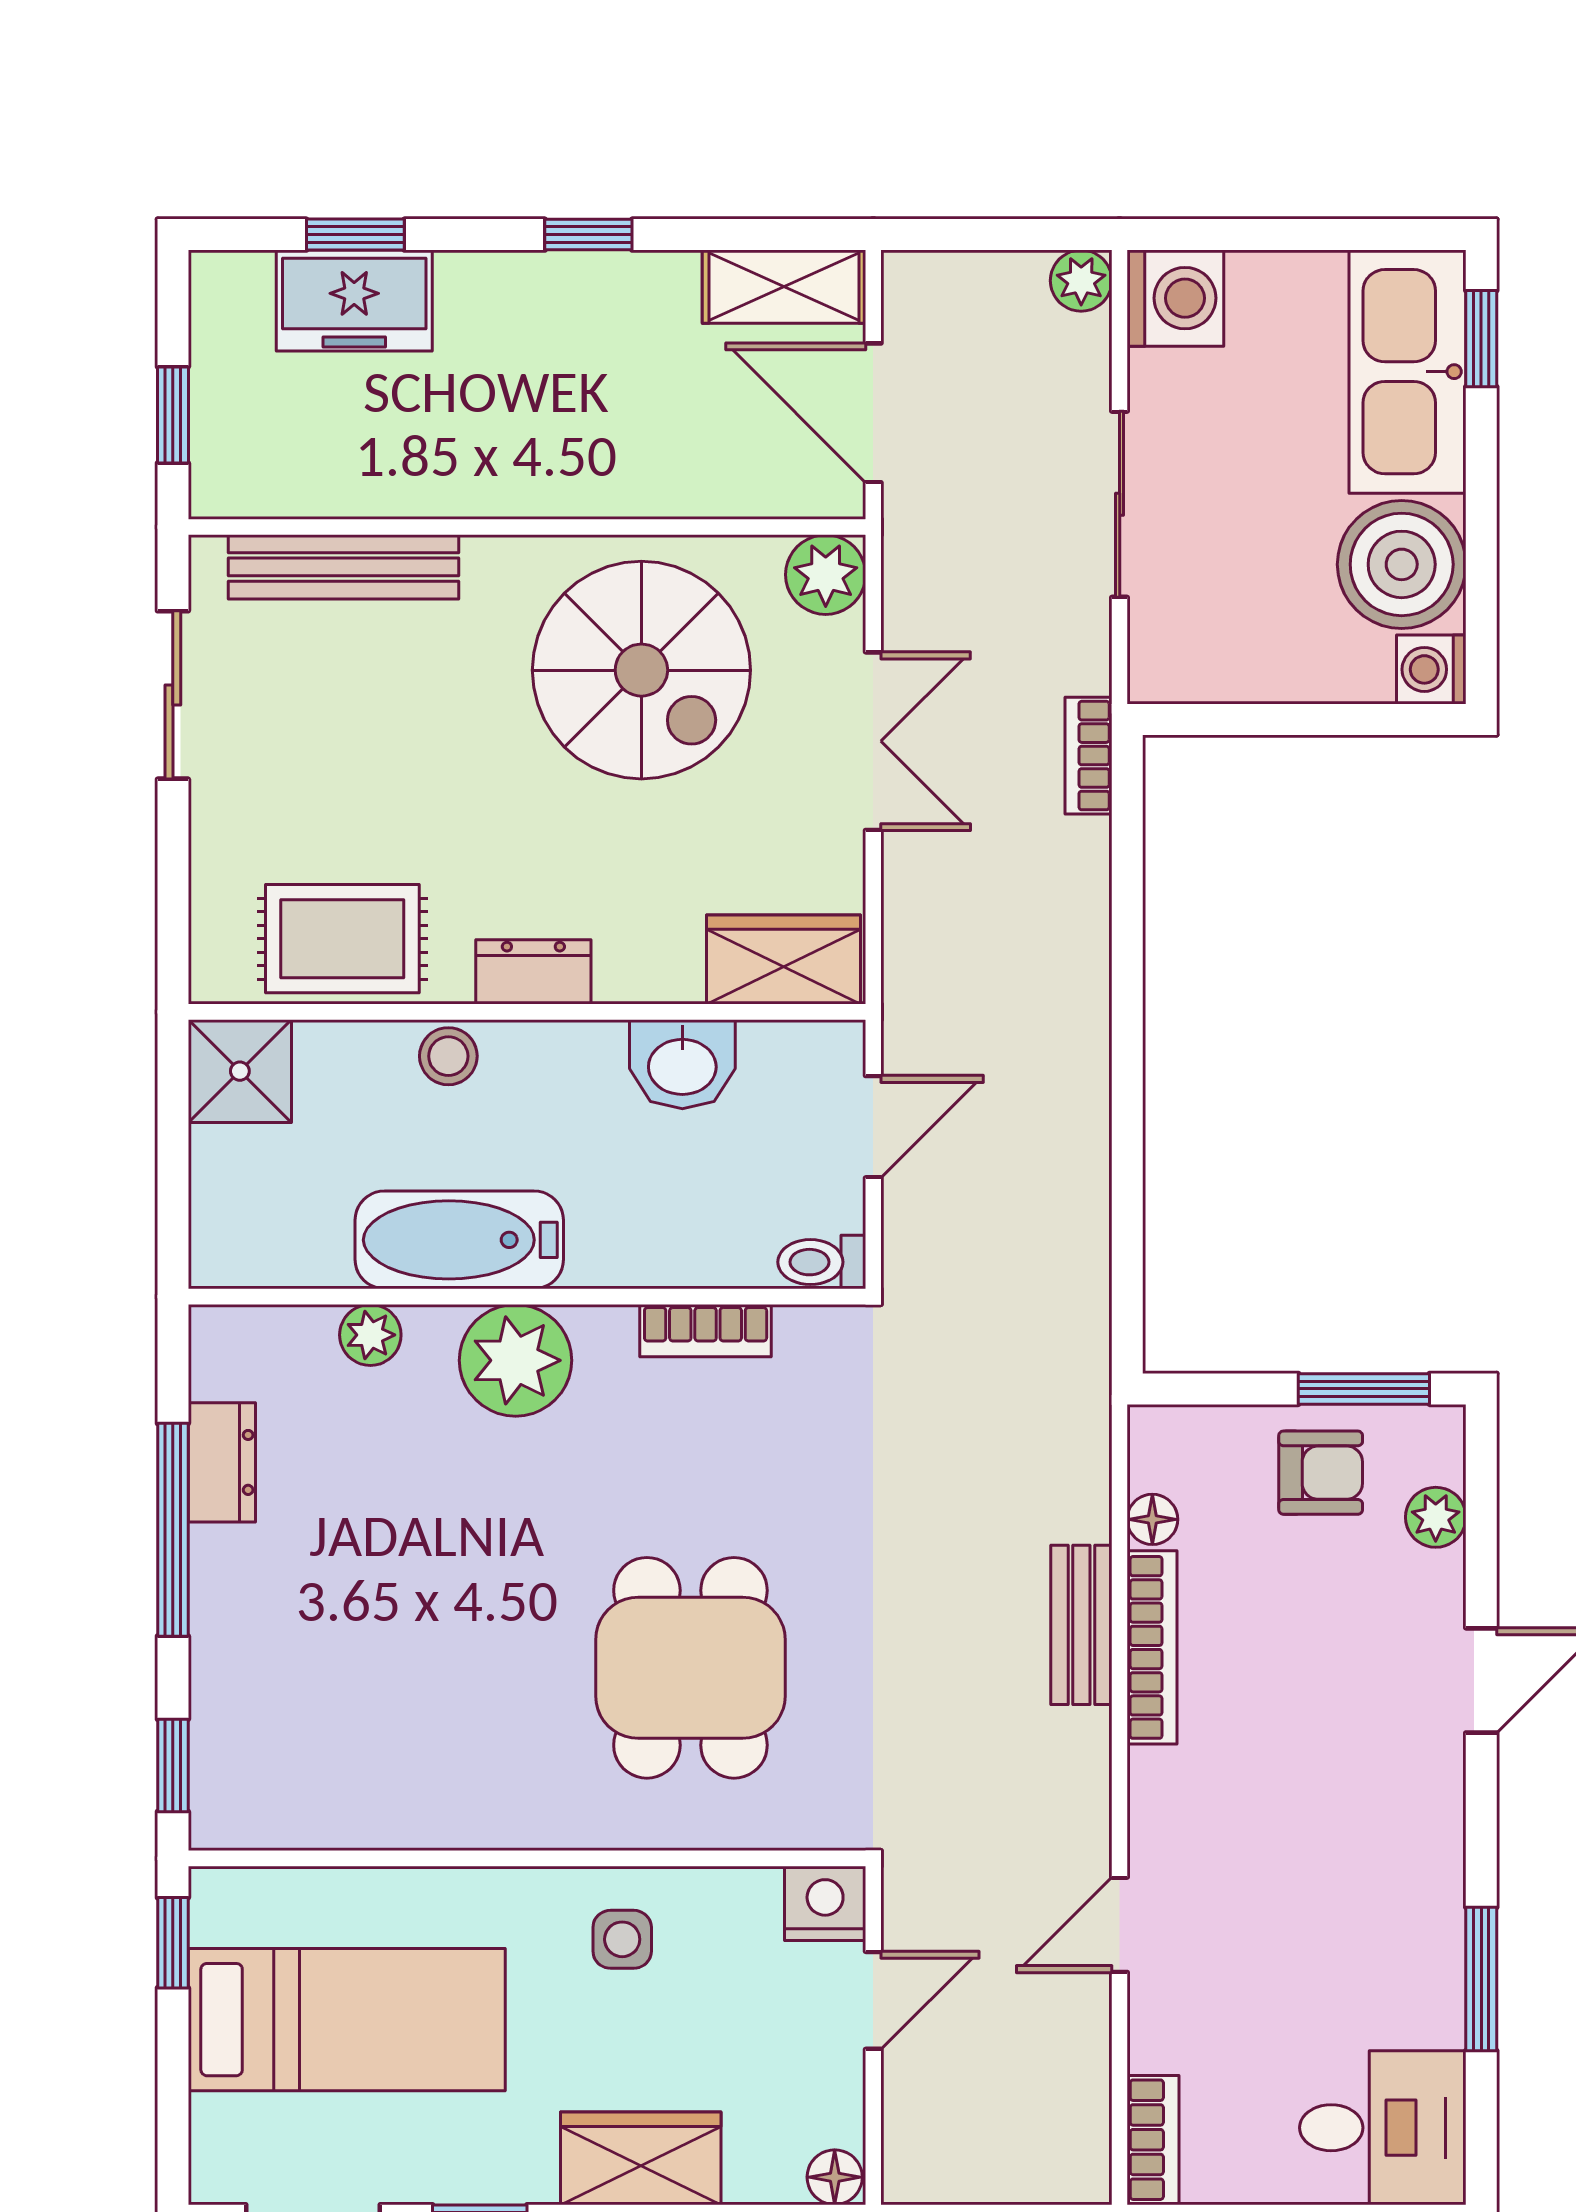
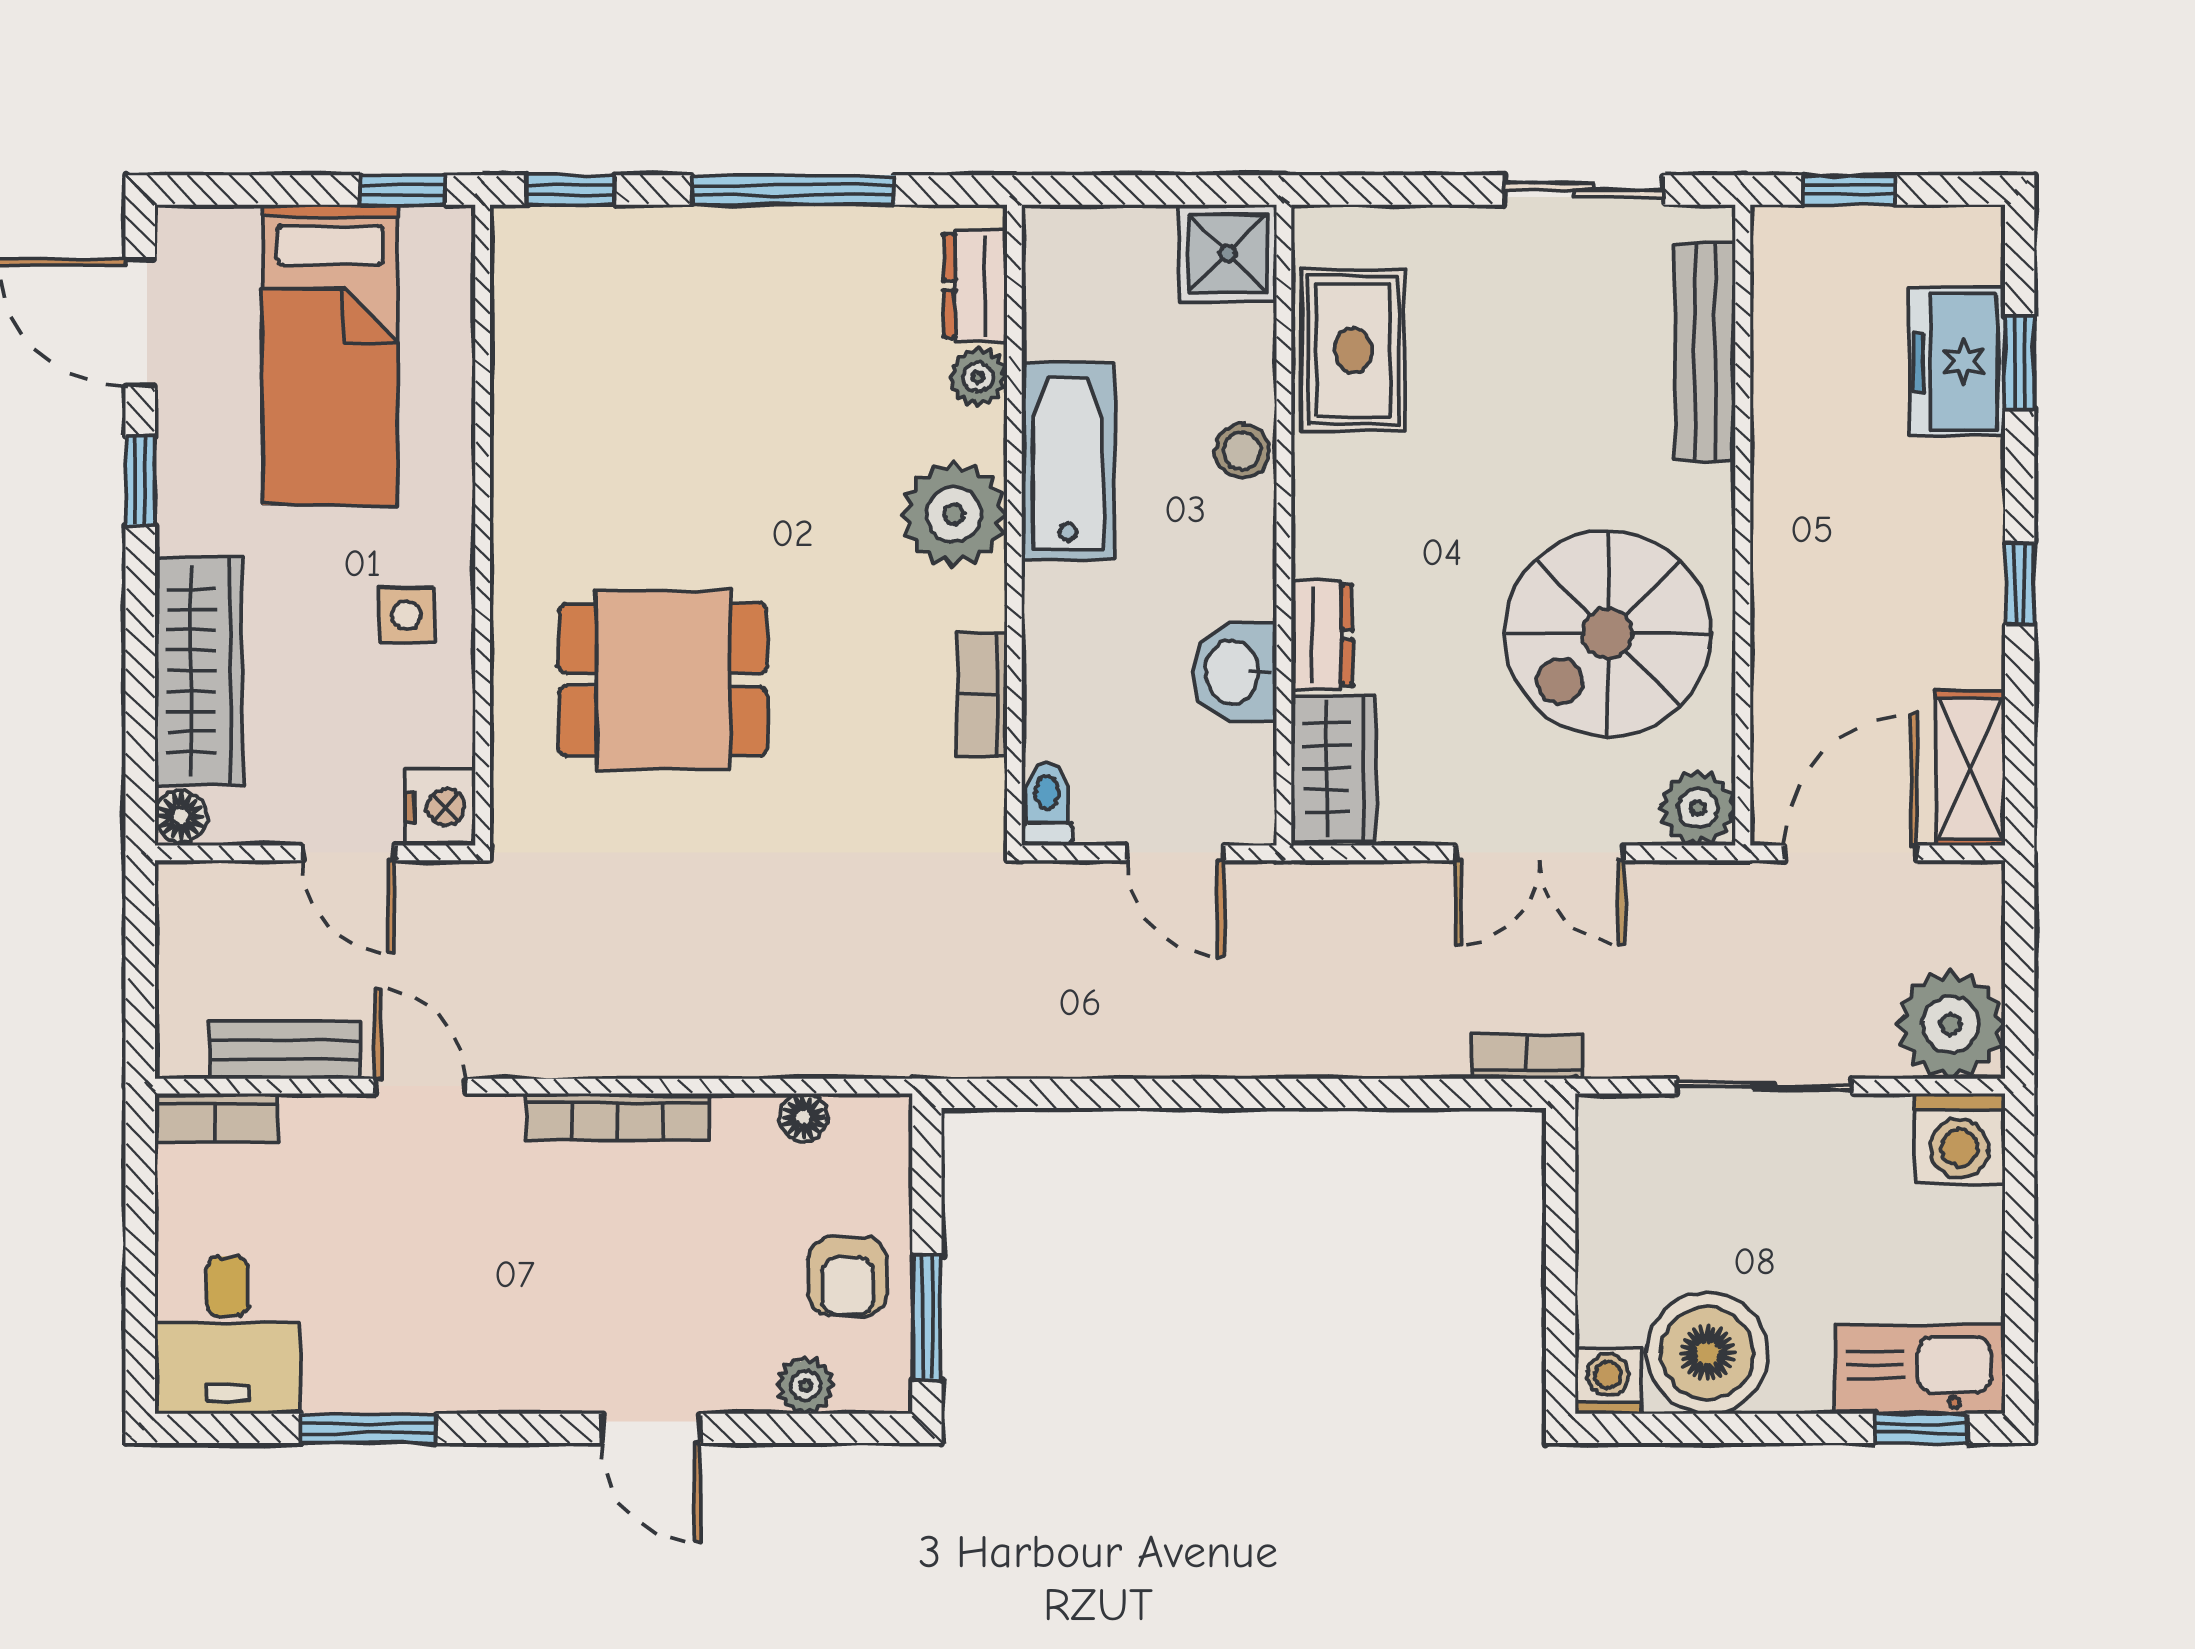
plant: (1081, 281) -> (1951, 1024), width x1.88, depth x1.88
kitchen sink: (1407, 372) -> (1921, 1369), width x0.73, depth x0.81
dresser: (533, 972) -> (1322, 635), moved
dresser: (222, 1462) -> (975, 286), moved, turned 90
bench: (1081, 1625) -> (285, 1050), moved
bookcase: (1152, 1647) -> (617, 1117), moved
wardrobe: (641, 2158) -> (199, 671), width x1.50

